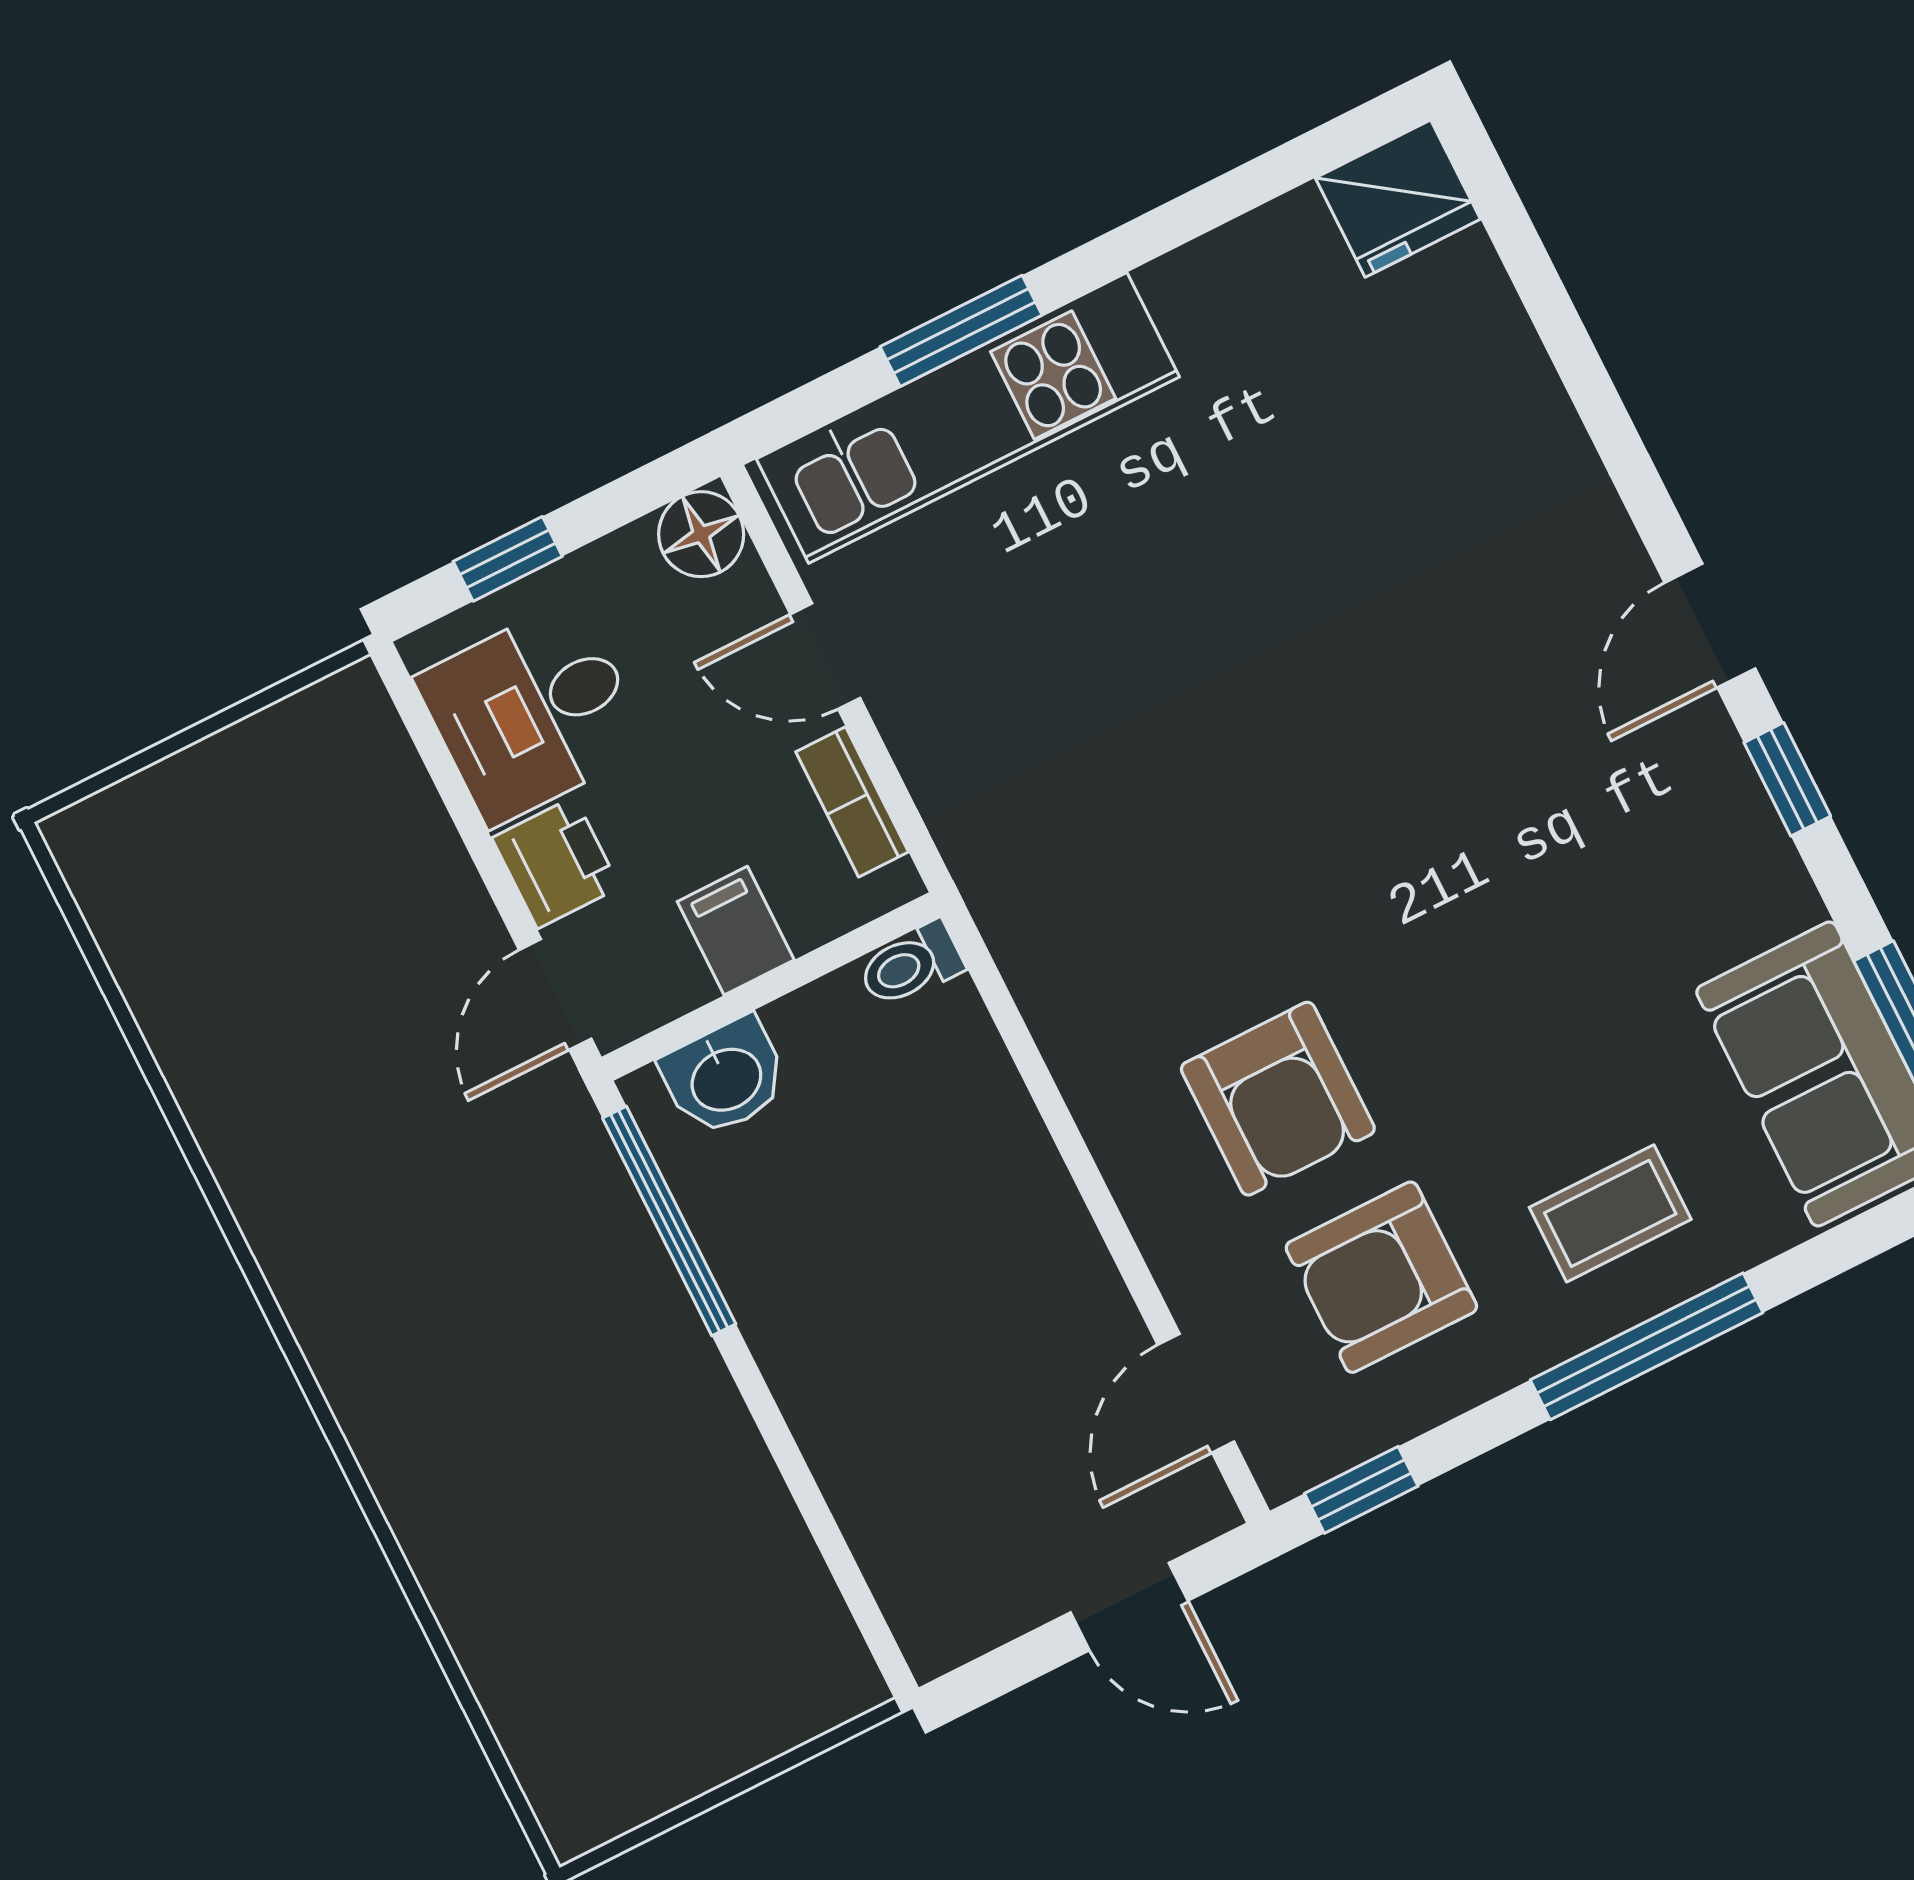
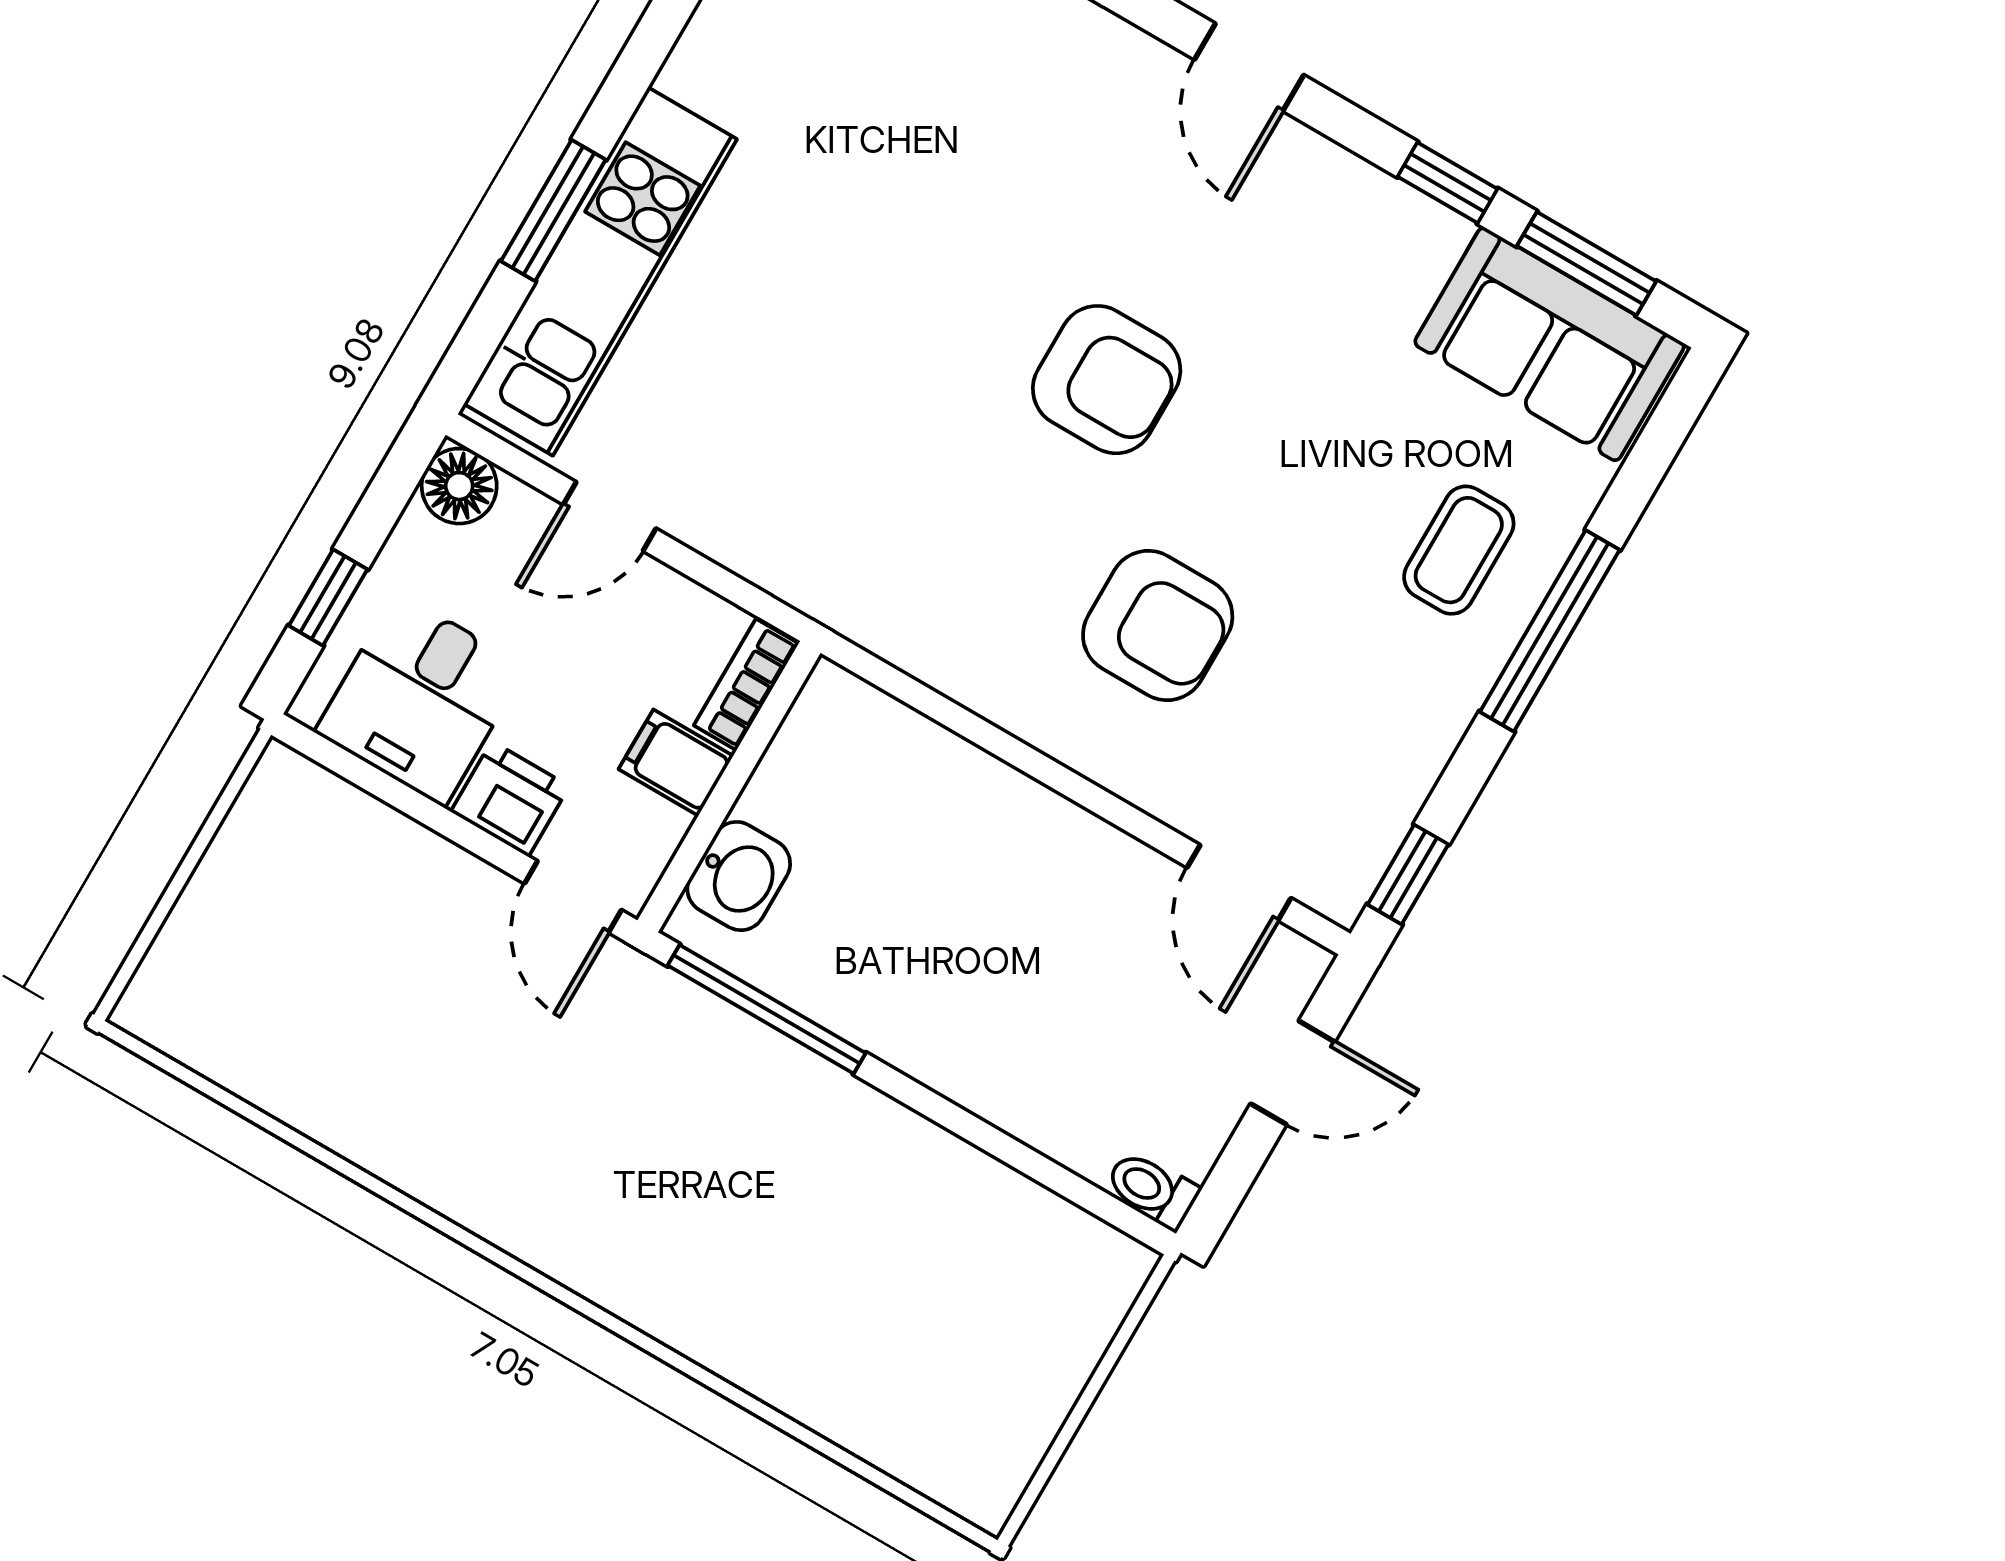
window: (1787, 779) -> (1447, 183), moved
bookcase: (852, 802) -> (746, 684), moved, turned 90
toilet: (911, 965) -> (1152, 1190), moved, turned 90
armchair: (1381, 1277) -> (1107, 380), moved, turned -90

